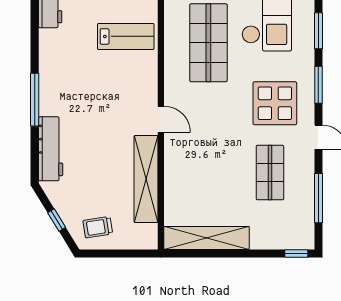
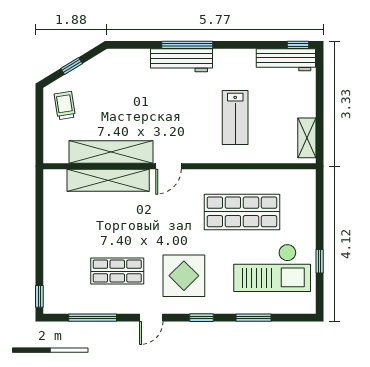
lab bench: (126, 36) -> (235, 117), moved
window: (318, 85) -> (202, 318), width x0.67
workbench: (51, 149) -> (181, 60), moved
shelving: (207, 238) -> (108, 180), moved, turned 90

